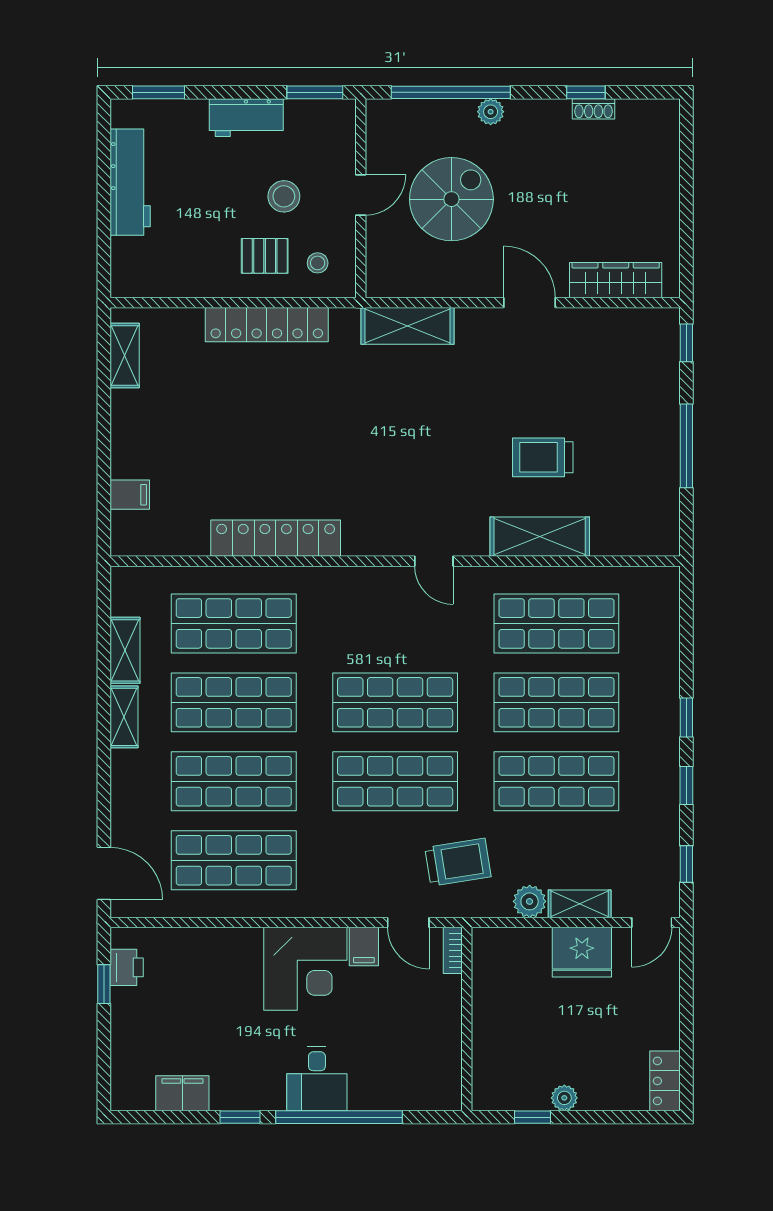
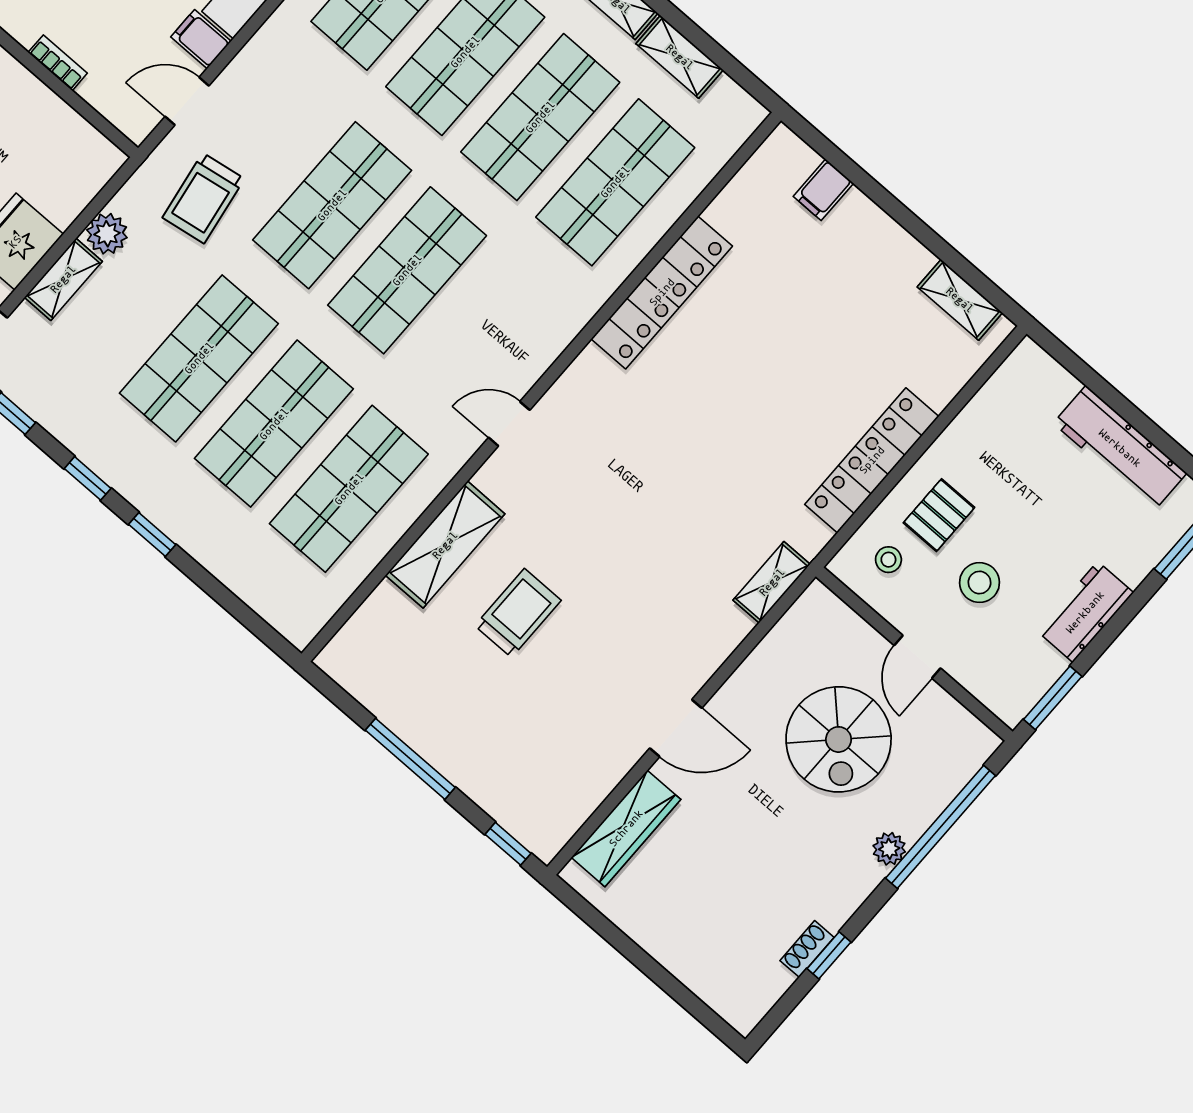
shelving: (408, 326) -> (772, 582), width x0.67, depth x0.75
bookcase: (453, 950) -> (58, 63), moved

